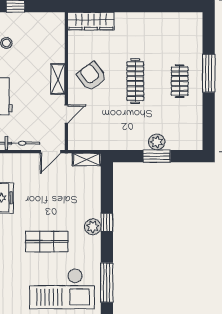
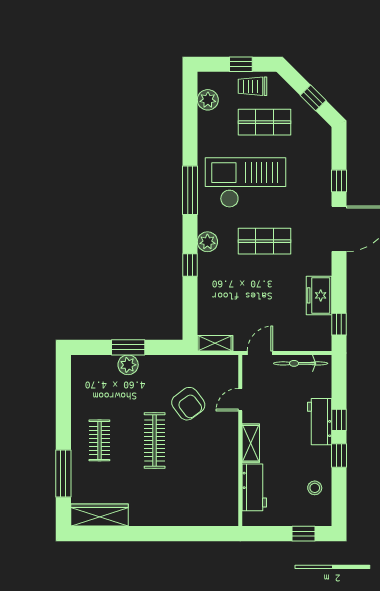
wardrobe: (91, 21) -> (100, 515), moved
workbench: (55, 43) -> (254, 487), added
window: (209, 73) -> (63, 474), moved
armchair: (92, 76) -> (188, 404), moved
plant: (93, 227) -> (207, 242), moved

